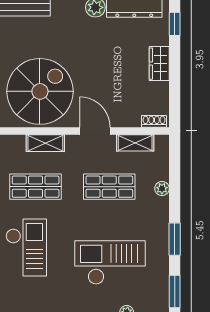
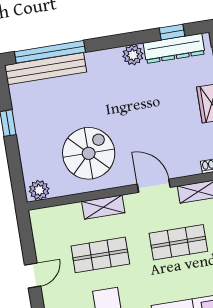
spiral stairs: (40, 91) -> (89, 153), width x0.73, depth x0.73

